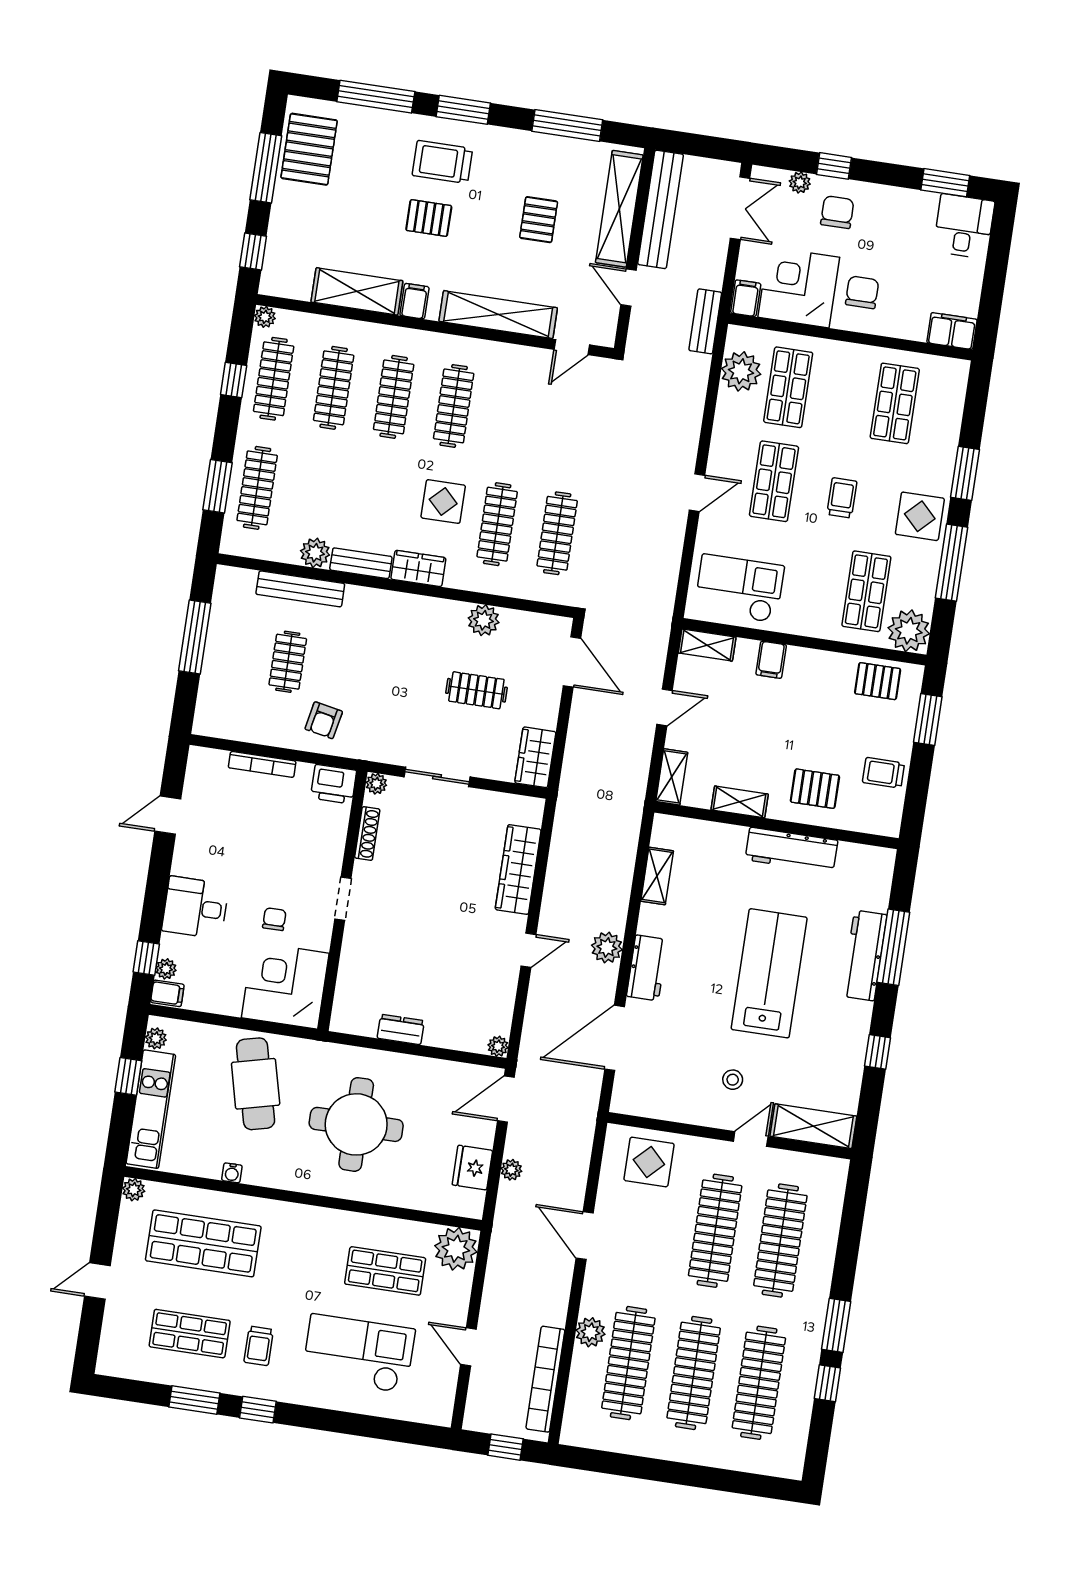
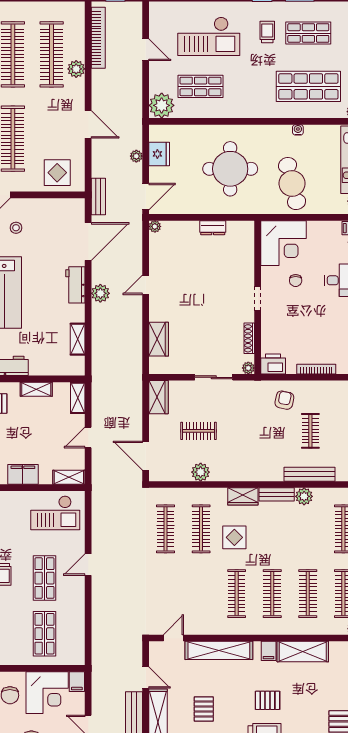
bench: (705, 321) -> (98, 196), moved
plant: (741, 371) -> (73, 639), removed
filing cabinet: (771, 660) -> (23, 474), width x2.00
wardrobe: (518, 869) -> (159, 339), width x0.67

